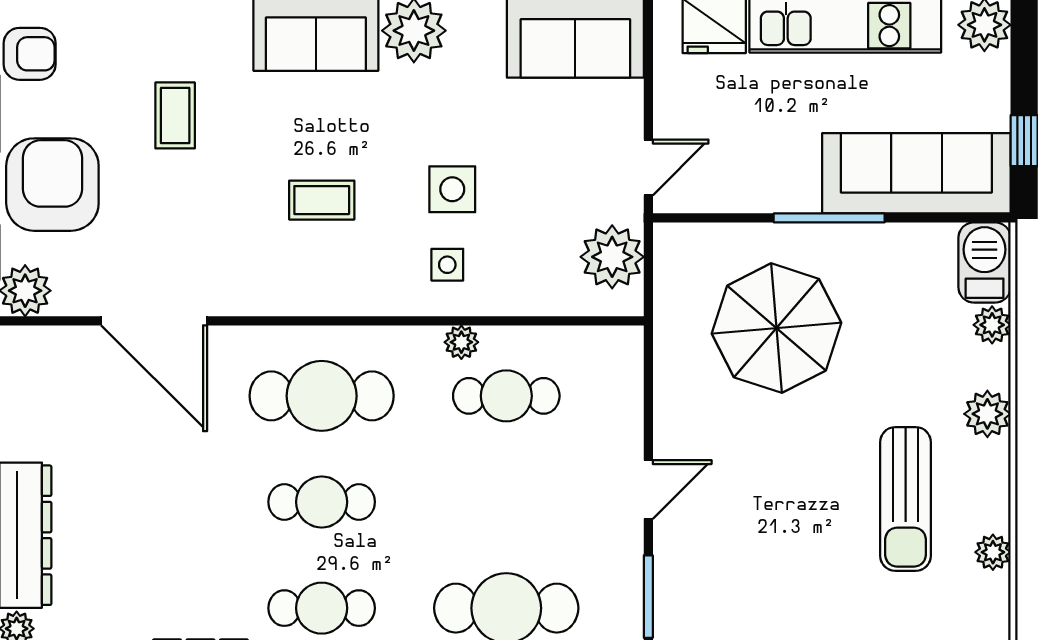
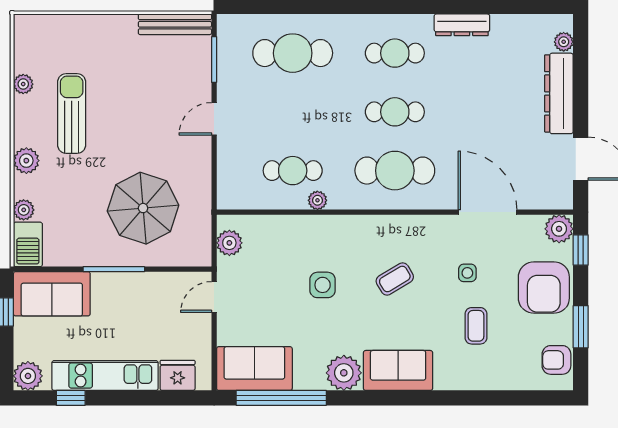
sofa: (916, 173) -> (52, 294), width x0.73
coffee table: (322, 200) -> (395, 279), turned -31
plant: (612, 257) -> (229, 243), width x0.73, depth x0.73
side table: (447, 265) -> (467, 273), moved

